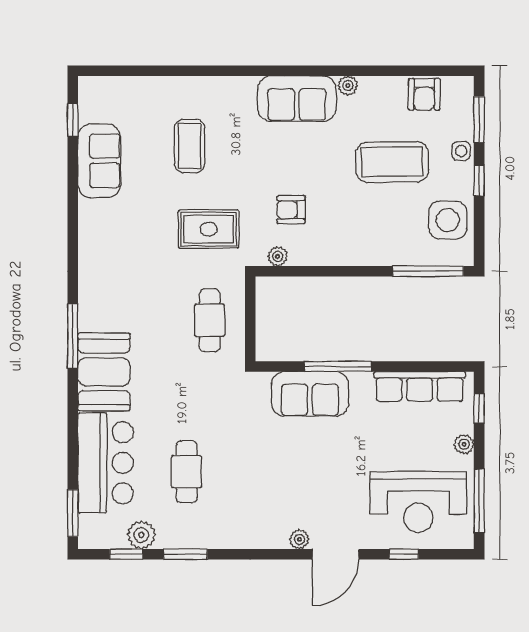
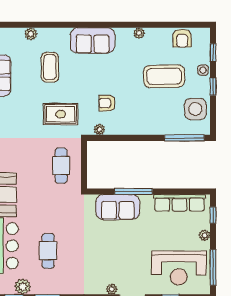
plant: (156, 87) -> (31, 34), added
sofa: (297, 99) -> (93, 40), moved
window: (479, 119) -> (213, 52), width x0.67

